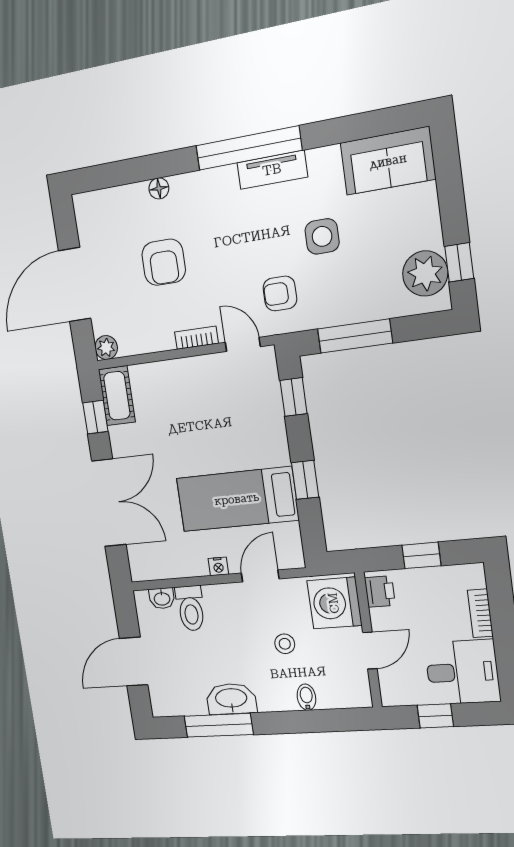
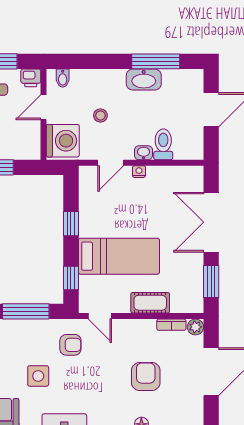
bookcase: (196, 338) -> (171, 325), moved
cot: (117, 396) -> (150, 303), moved, turned 90
window: (95, 417) -> (211, 282), width x1.50
bed: (237, 499) -> (119, 256), moved
printer: (380, 592) -> (31, 78), moved, turned -90
washbasin: (162, 598) -> (144, 153), moved
bidet: (306, 697) -> (63, 78), moved

